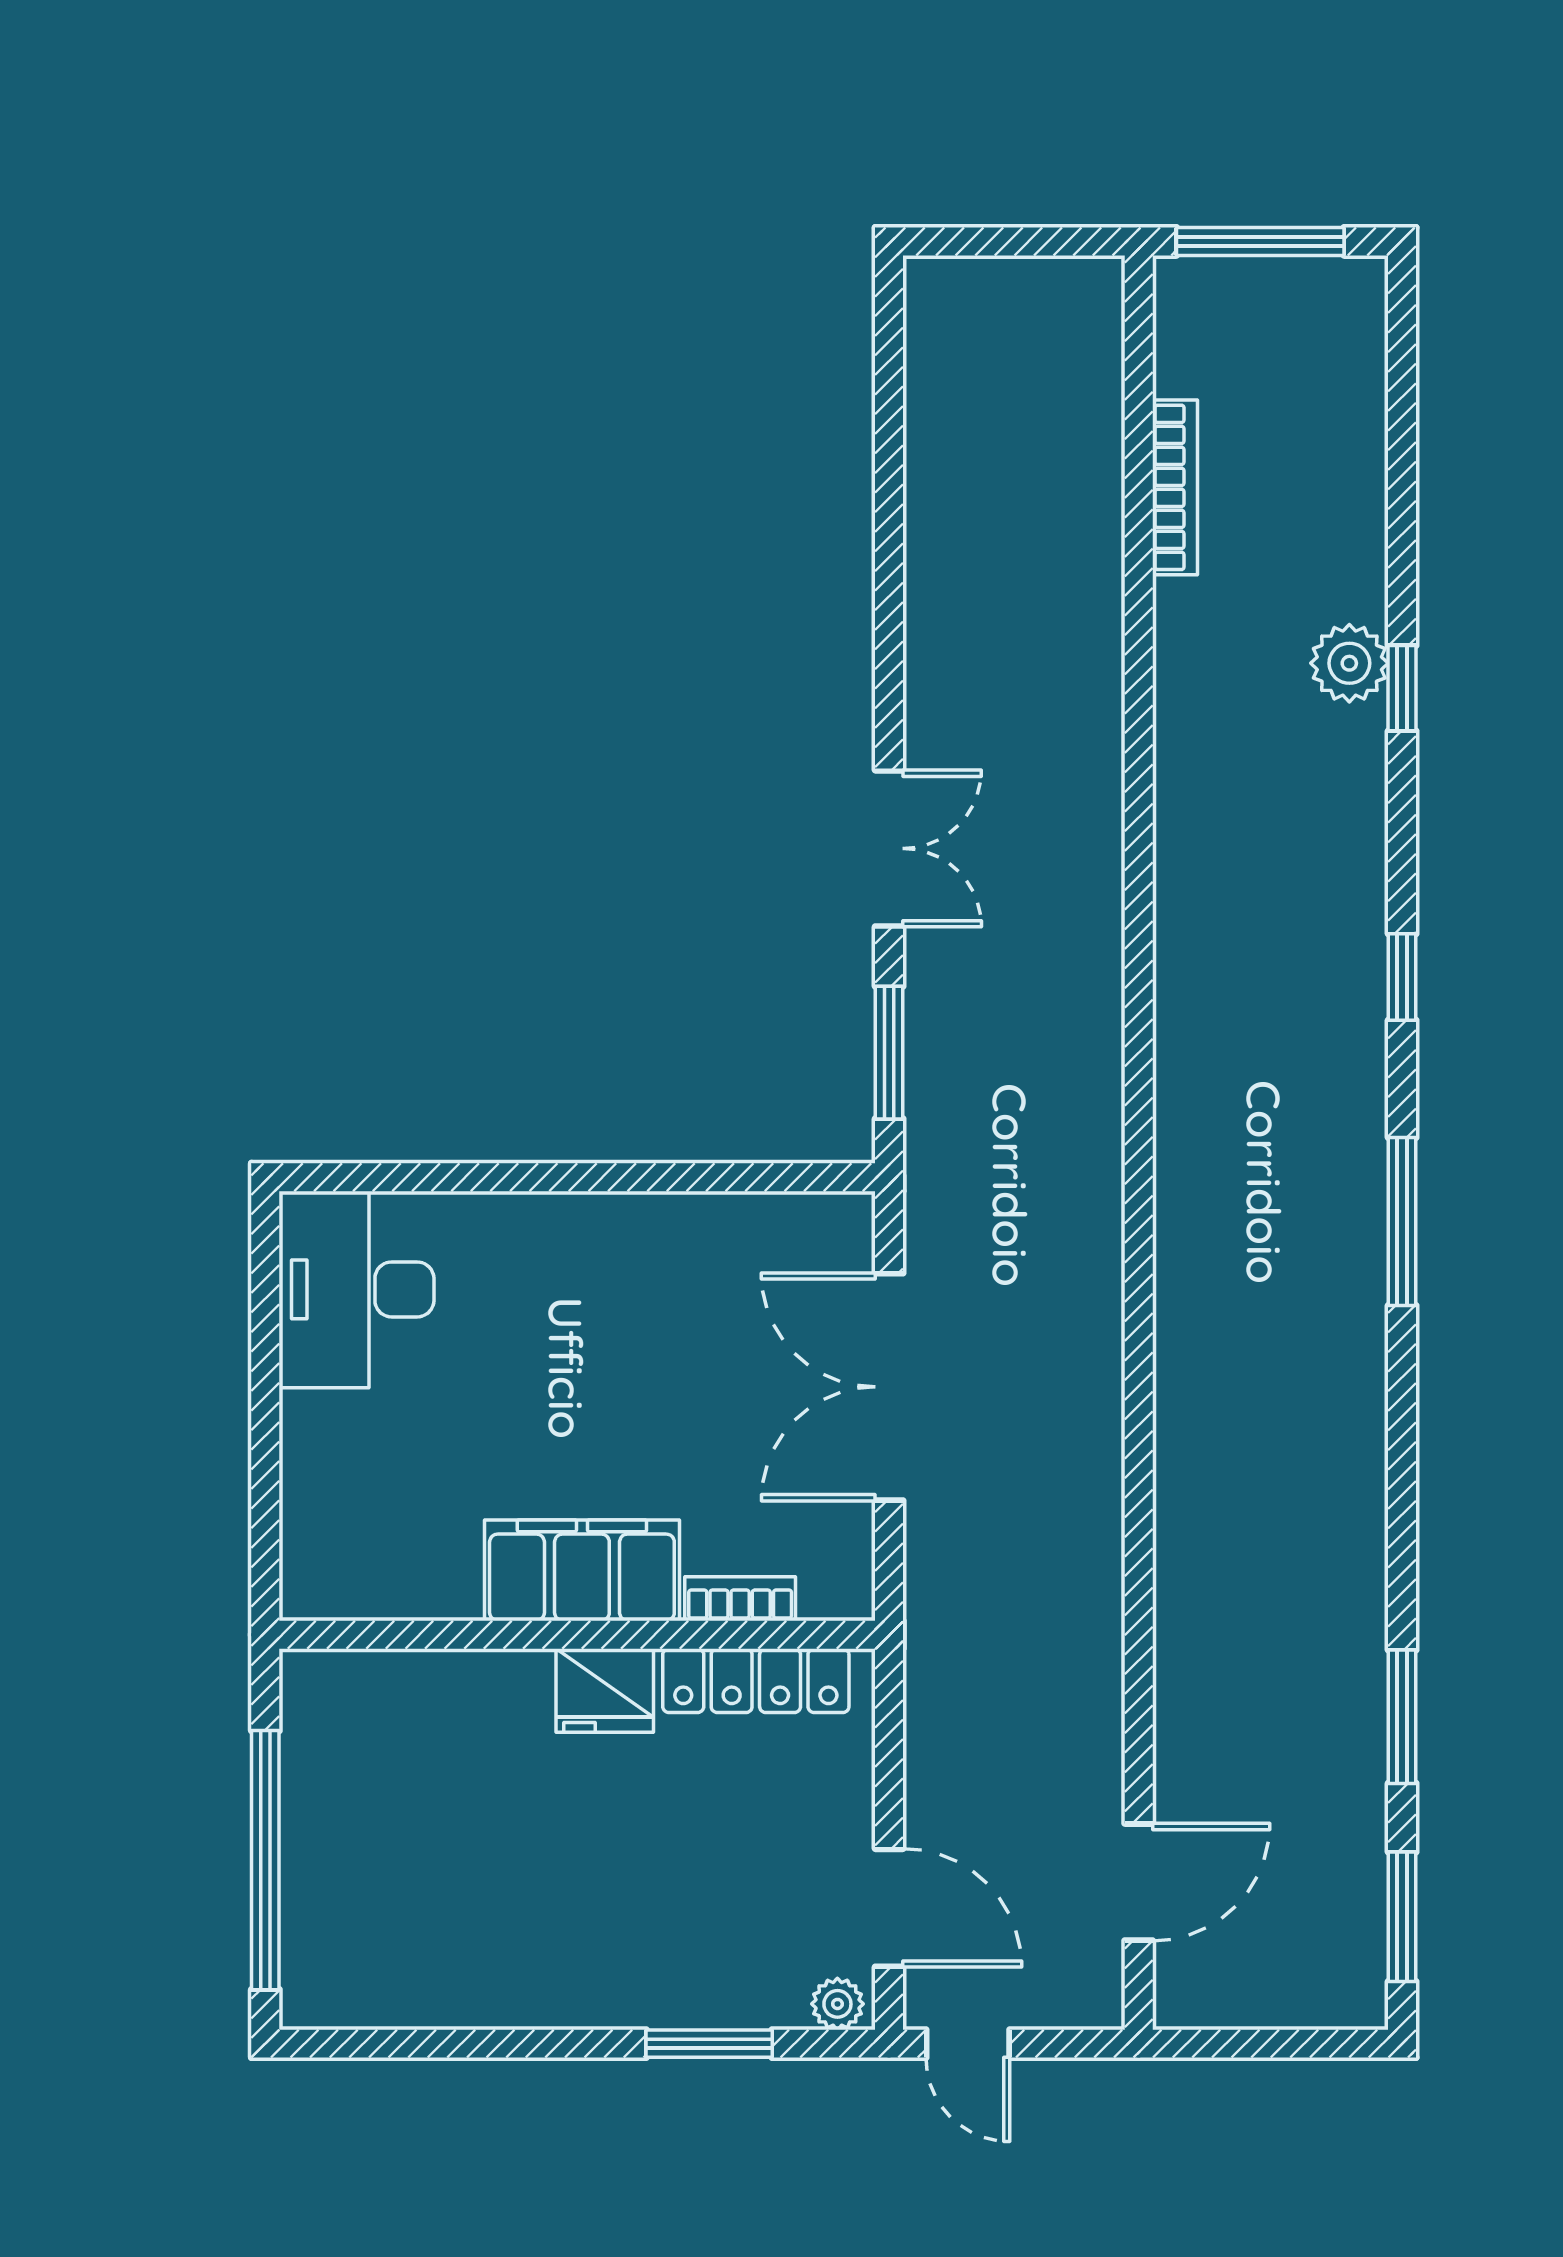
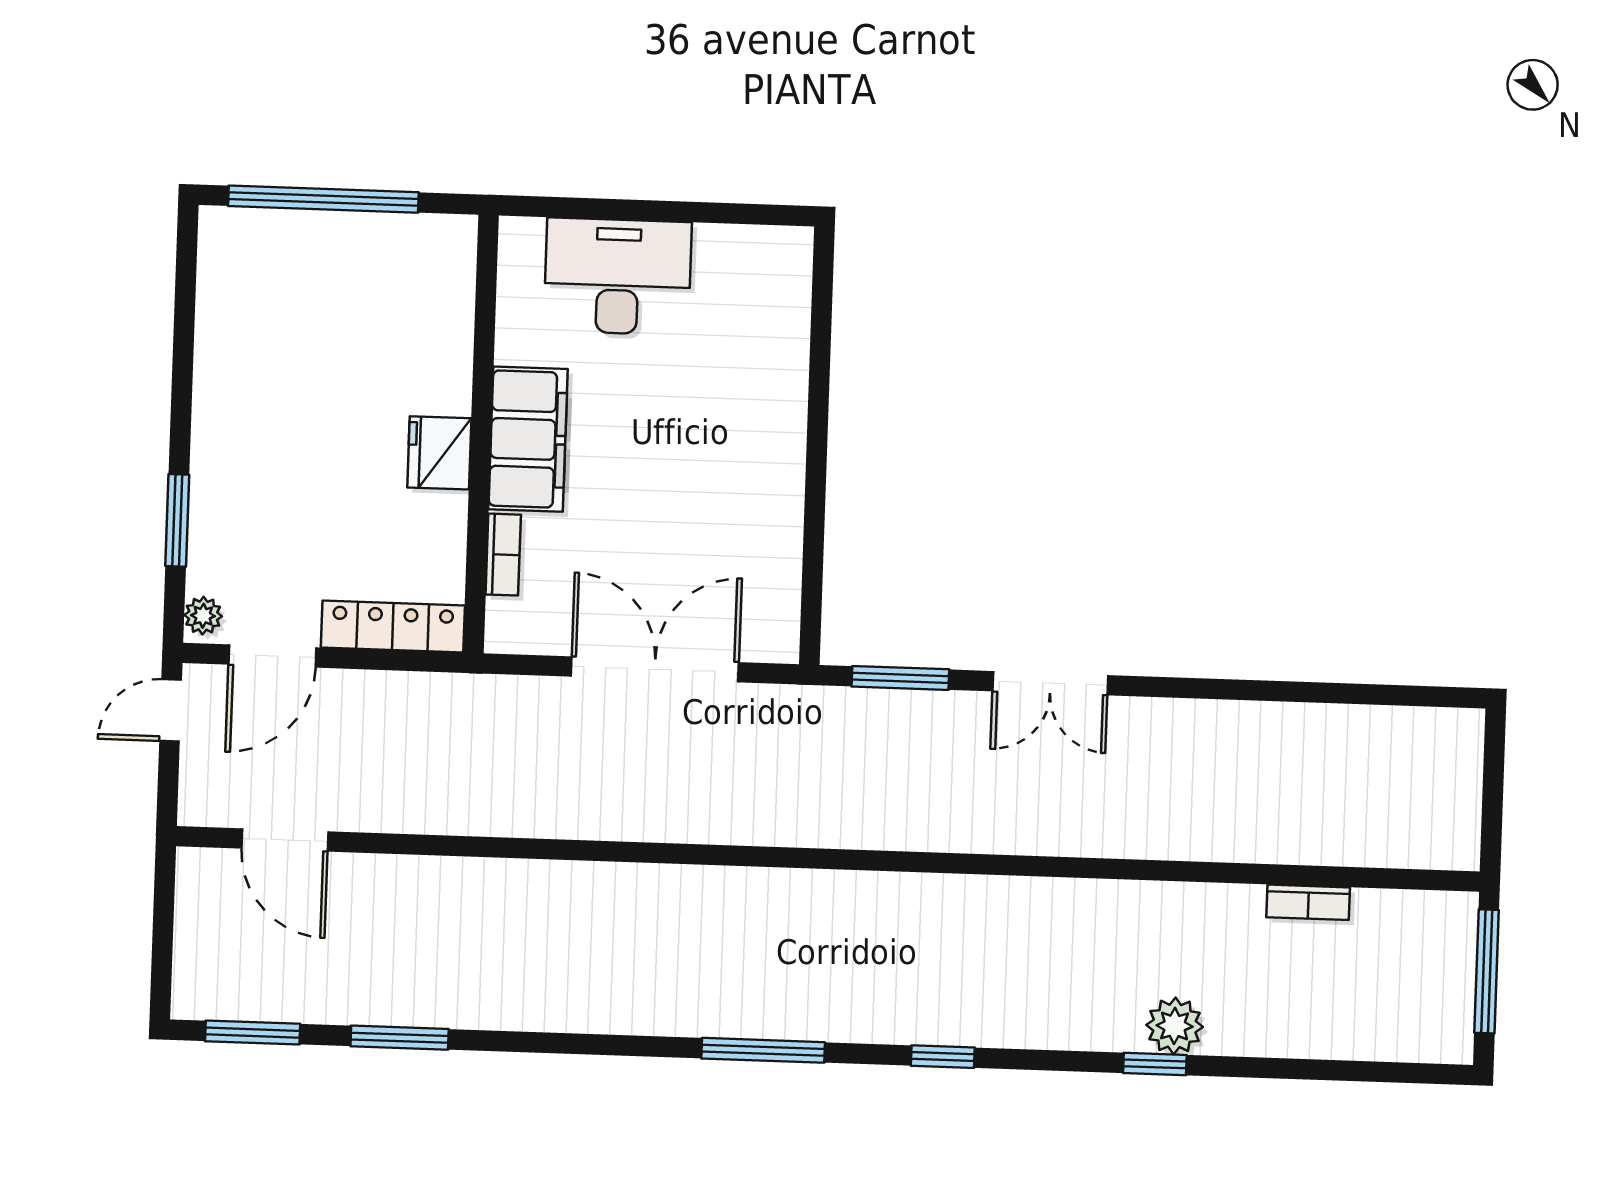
bookcase: (1175, 487) -> (1308, 902), width x0.64
desk: (356, 1289) -> (618, 276), moved
locker: (756, 1681) -> (393, 626), moved, turned 90

